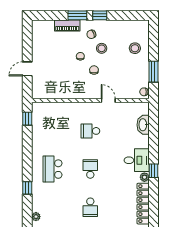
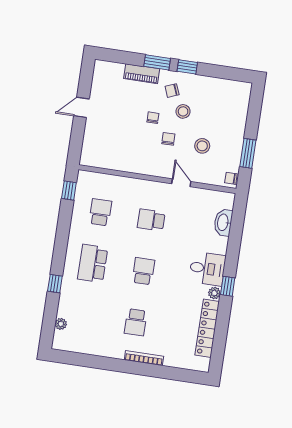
stool: (135, 48) -> (202, 146), moved
door: (27, 69) -> (82, 107), moved
school desk: (52, 131) -> (100, 212), added

